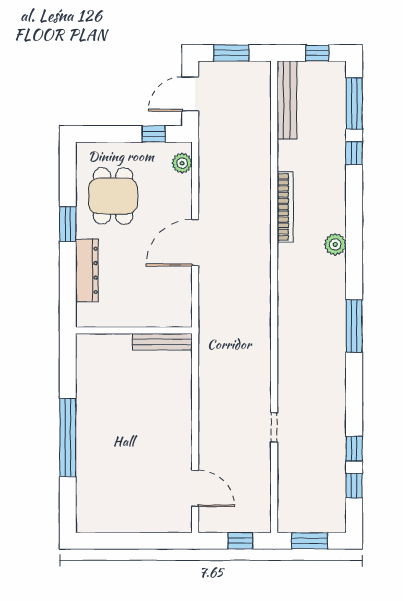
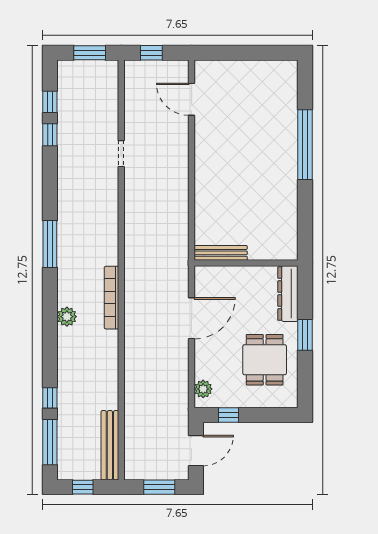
bookcase: (285, 207) -> (111, 298), moved
wall: (134, 330) -> (246, 263), moved
bench: (162, 342) -> (221, 253), moved

